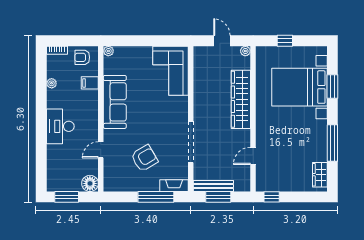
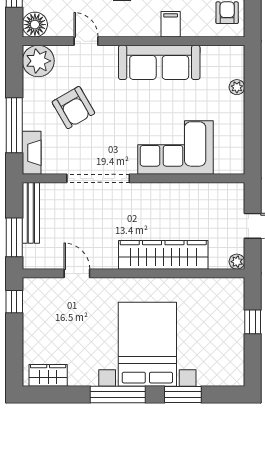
plant: (108, 51) -> (237, 87), moved
corner sofa: (171, 71) -> (175, 147), moved
filing cabinet: (90, 83) -> (171, 24), moved
bed with nightstands: (300, 87) -> (147, 344), moved
window: (332, 143) -> (118, 395), moved
plant: (114, 181) -> (38, 61), added
window: (218, 197) -> (14, 237), moved

